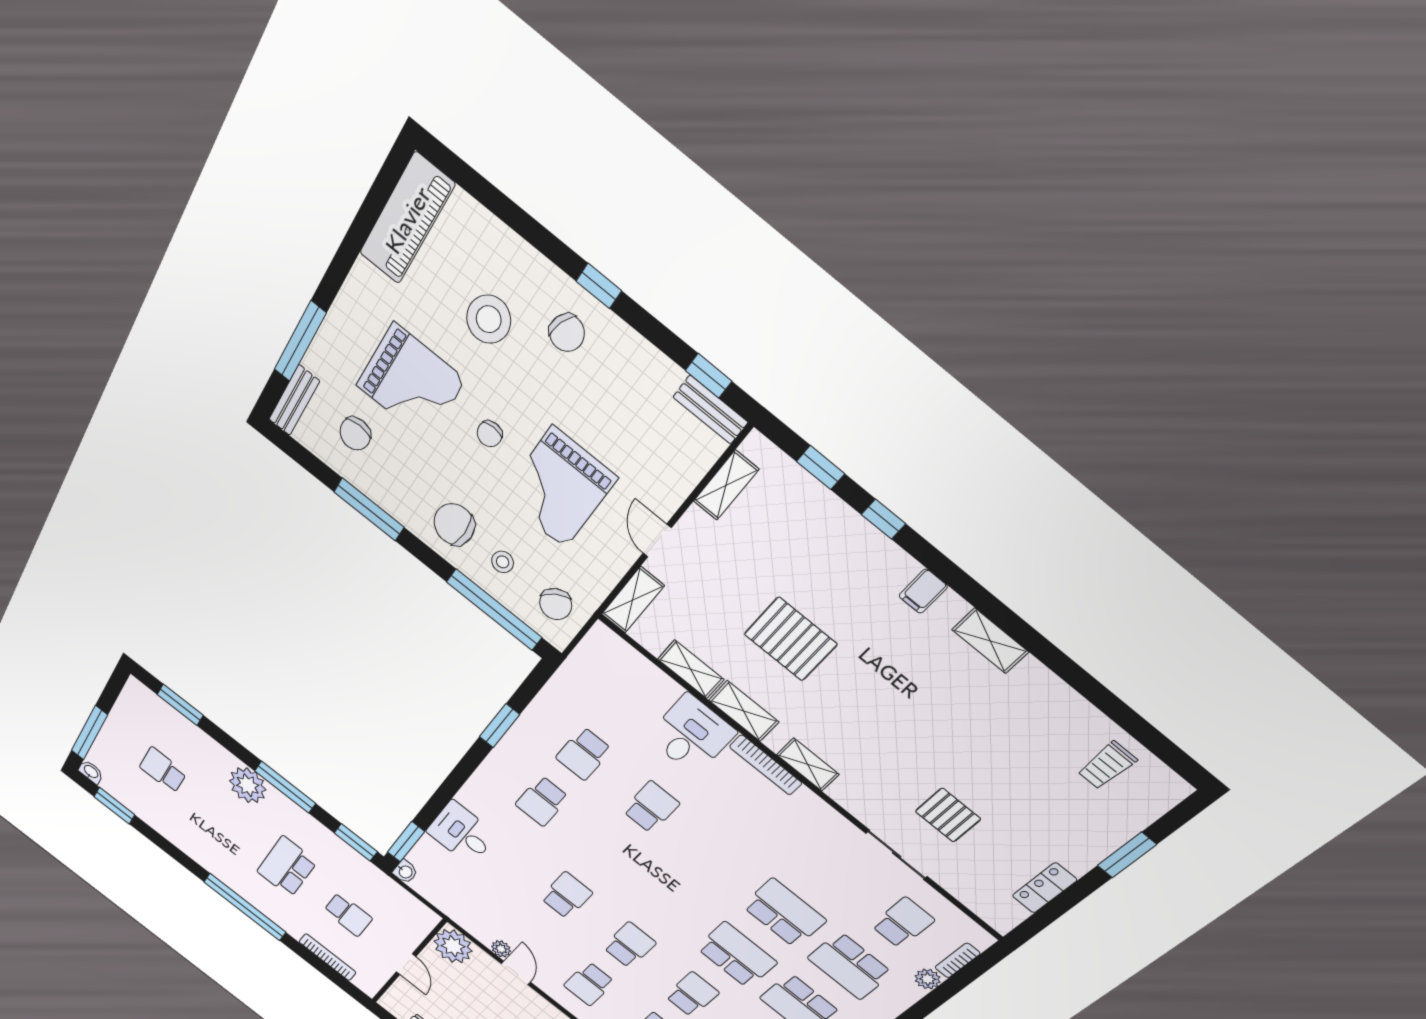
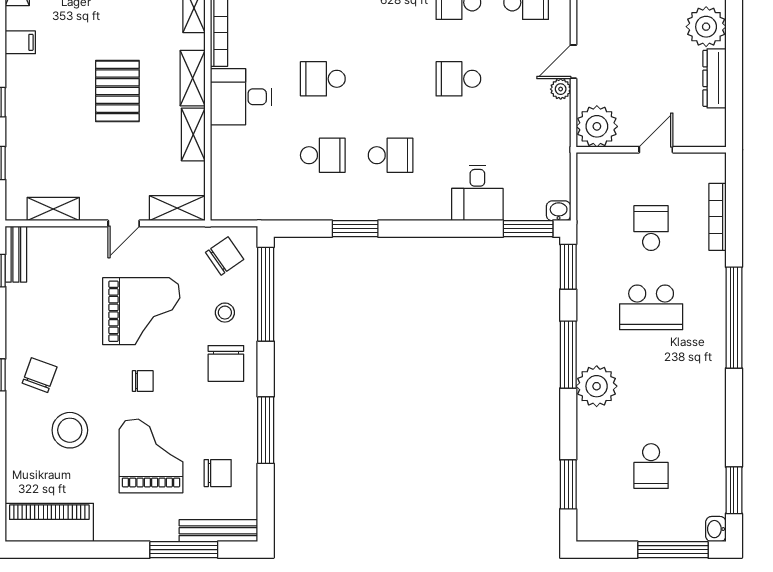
bench: (294, 400) -> (218, 531), width x1.36

